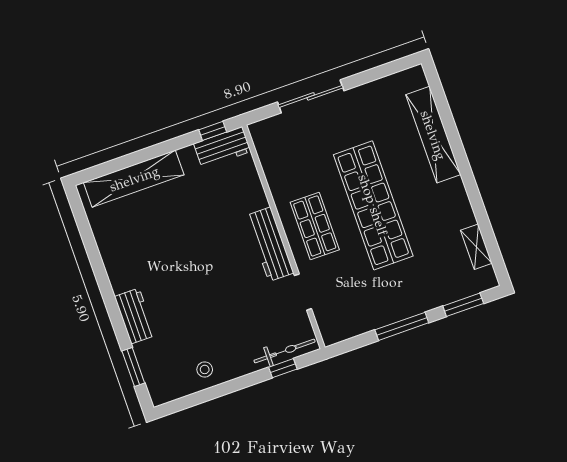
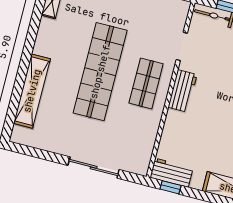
workbench: (270, 244) -> (183, 91), width x0.73

